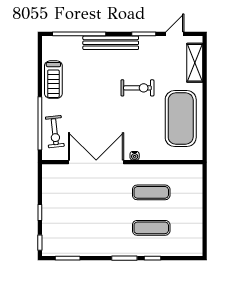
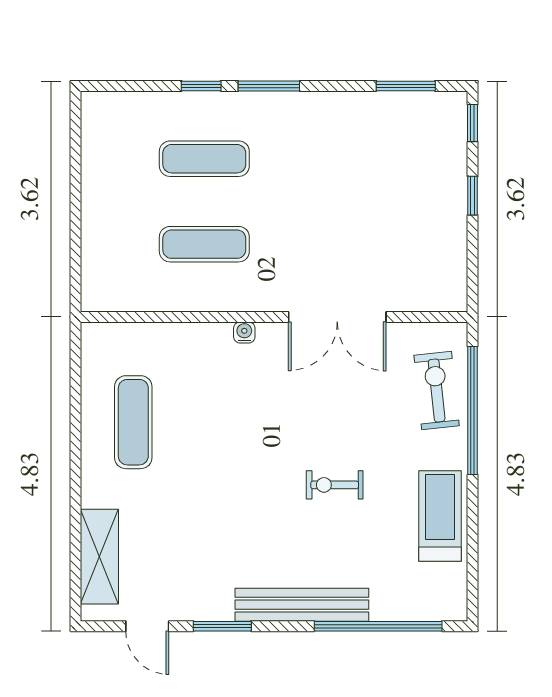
door: (175, 34) -> (147, 626), hinge flipped
exercise bike: (137, 88) -> (335, 485), moved, width x0.73, depth x0.72
exercise mat: (181, 119) -> (133, 422), width x0.50, depth x0.69
double door: (96, 162) -> (337, 317), width x0.73

